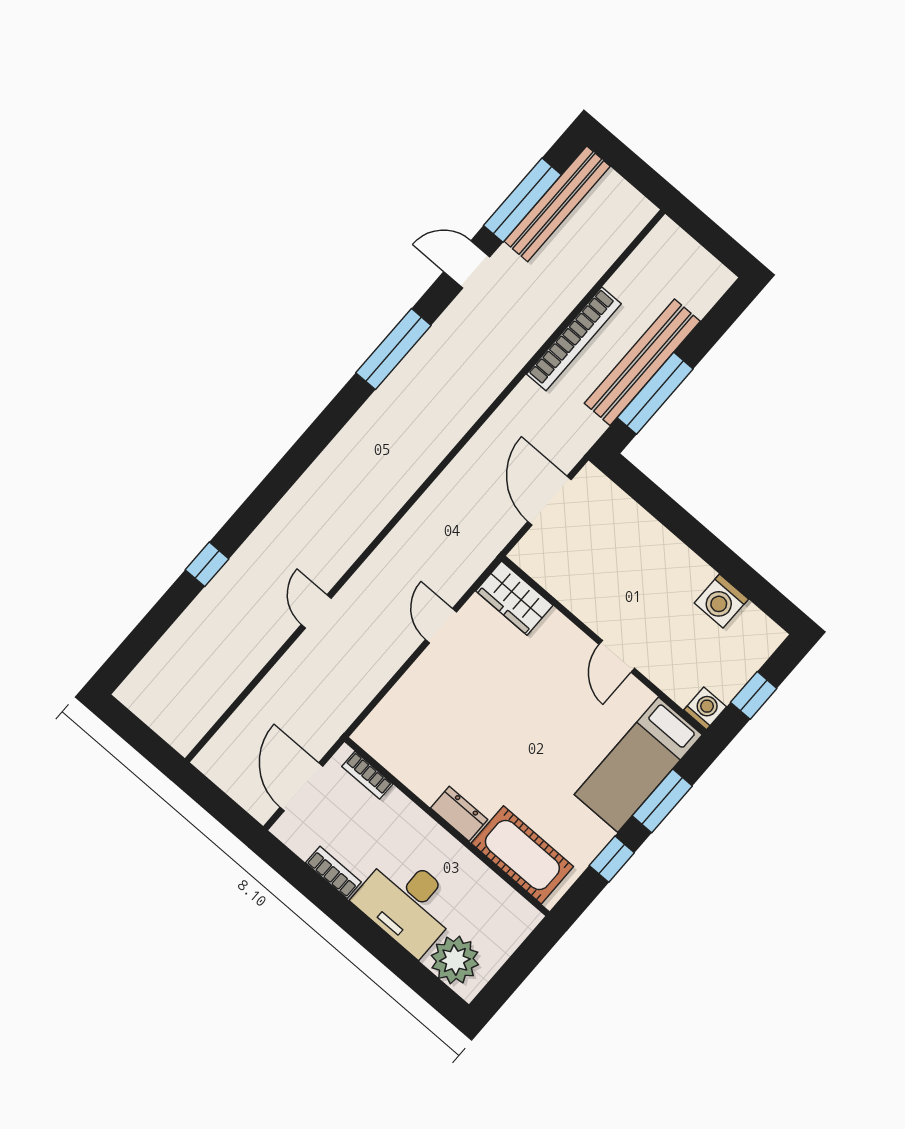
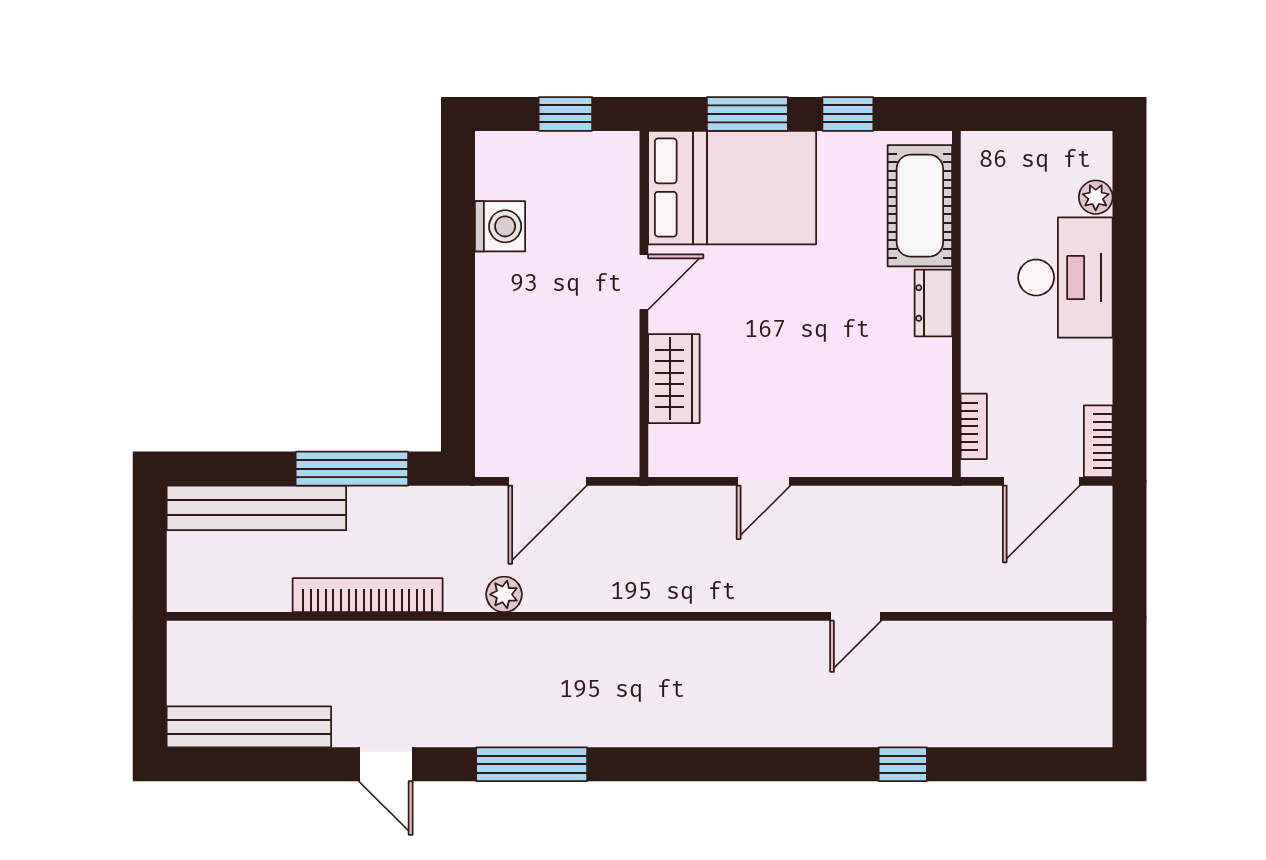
window: (522, 200) -> (275, 764), removed
bench: (642, 362) -> (256, 508), moved
plant: (506, 418) -> (504, 594), added
wardrobe: (514, 598) -> (674, 379), moved
washing machine: (705, 708) -> (620, 151), removed
bed: (638, 765) -> (732, 188), width x1.50
bookcase: (333, 872) -> (1098, 441), moved
plant: (455, 960) -> (1096, 197), width x0.53, depth x0.53

